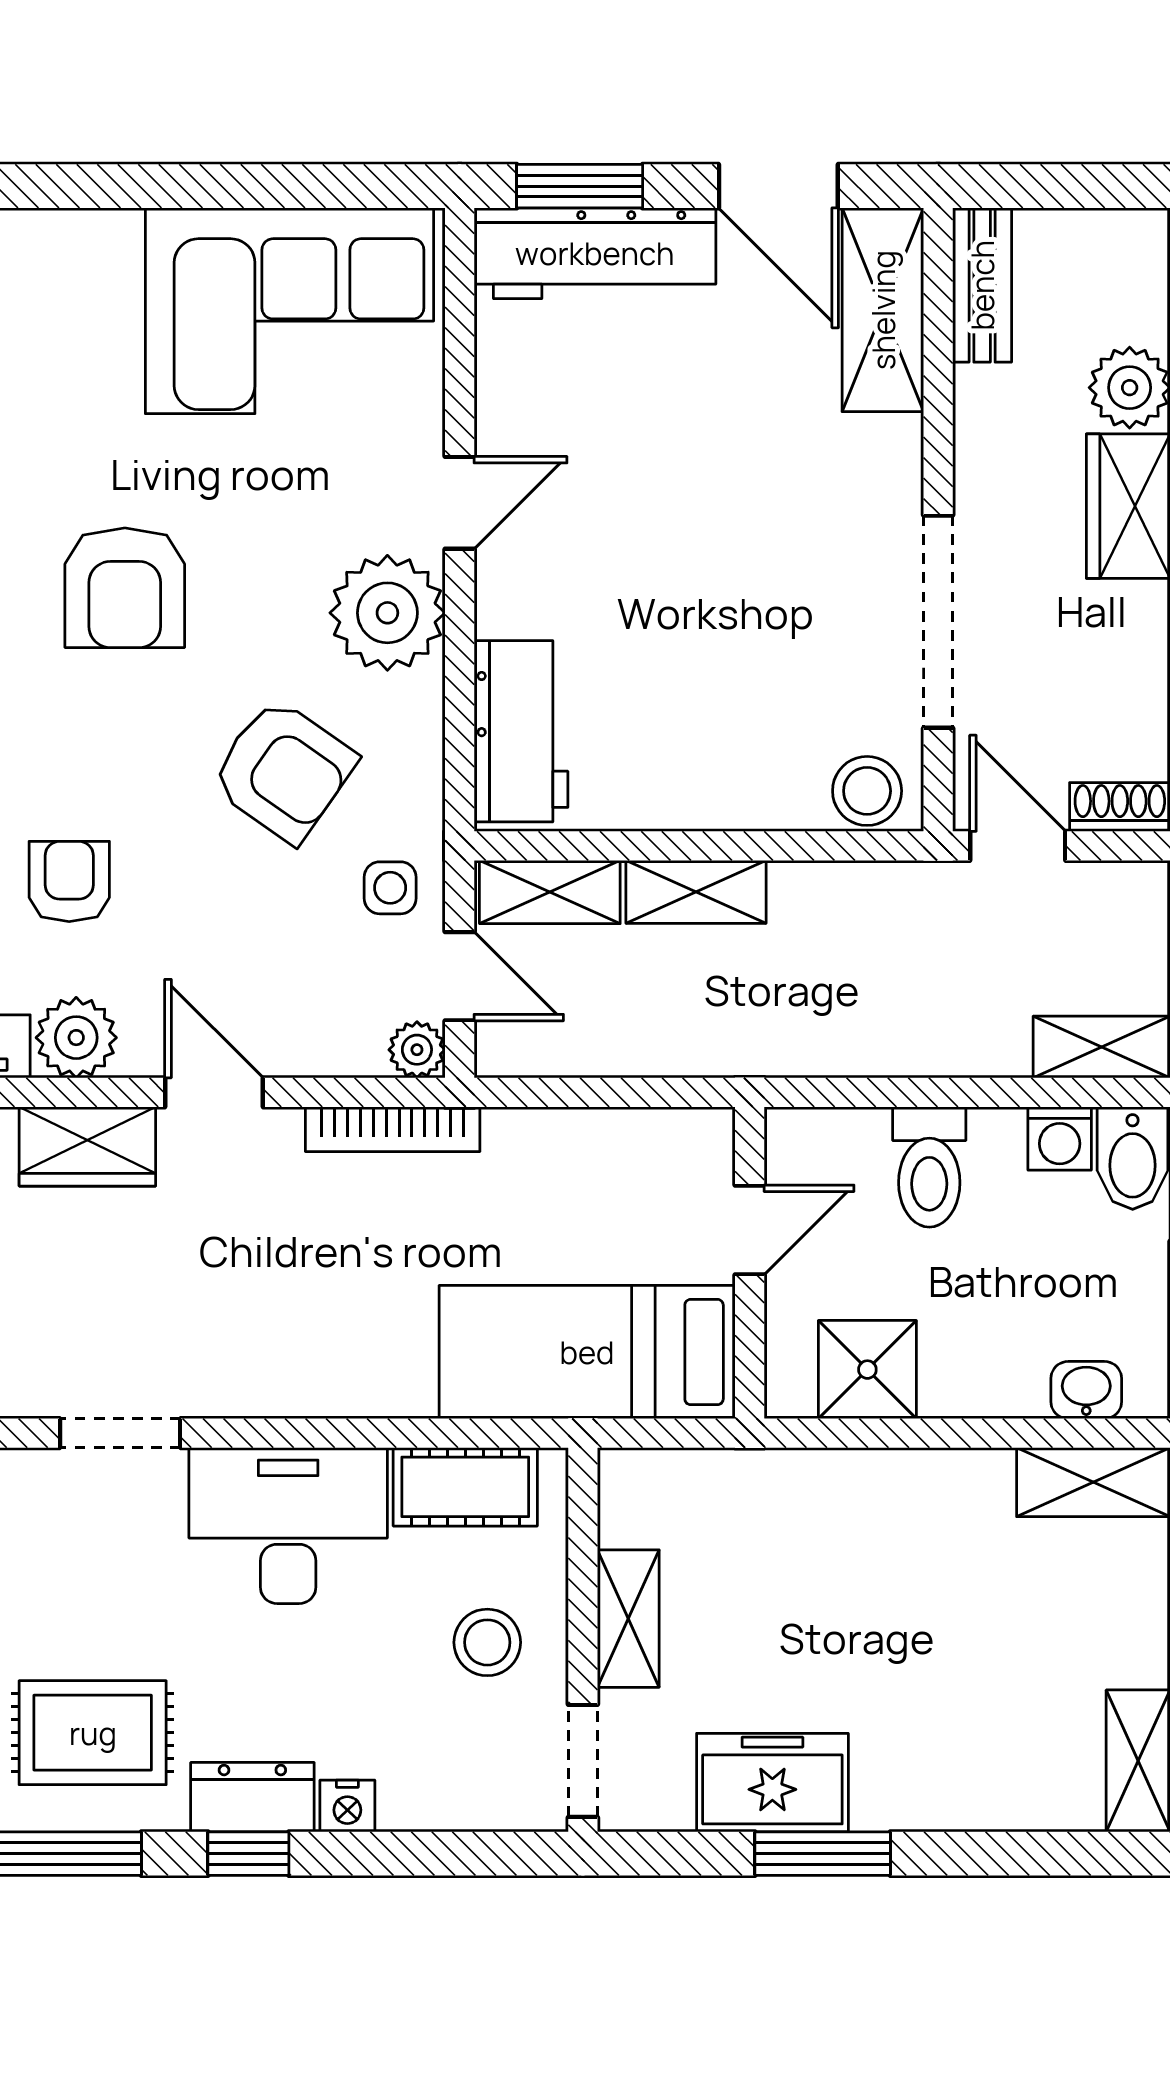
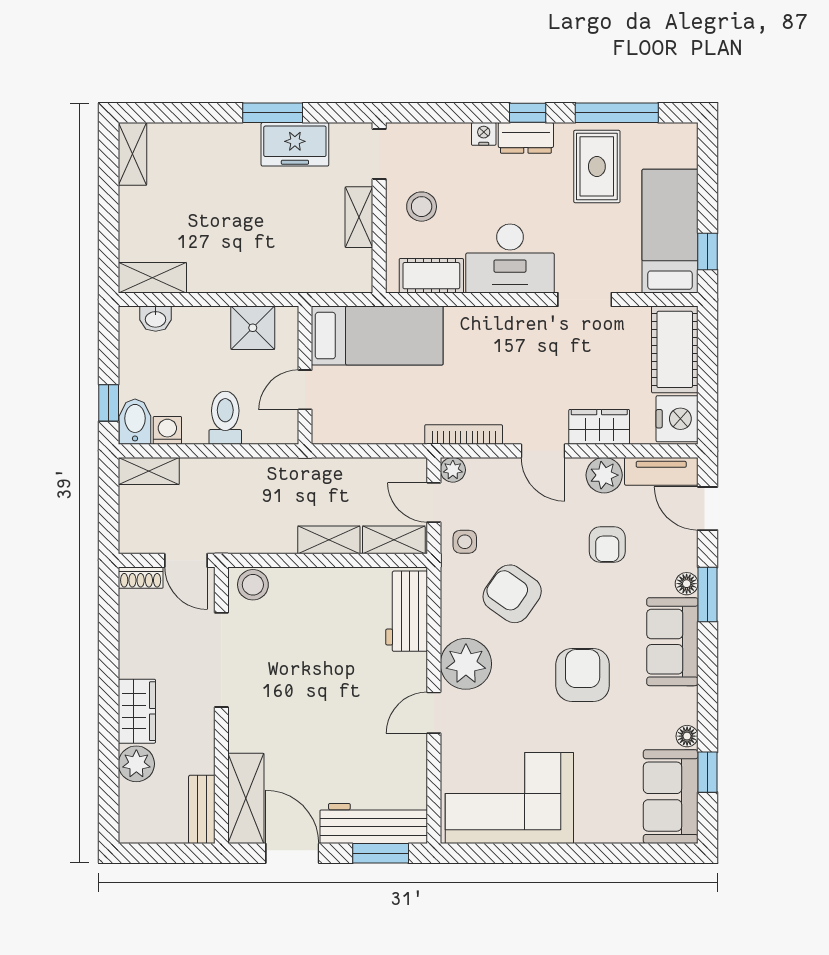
rug: (93, 1733) -> (597, 166), turned 90

